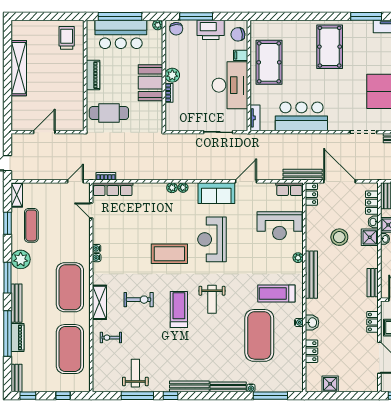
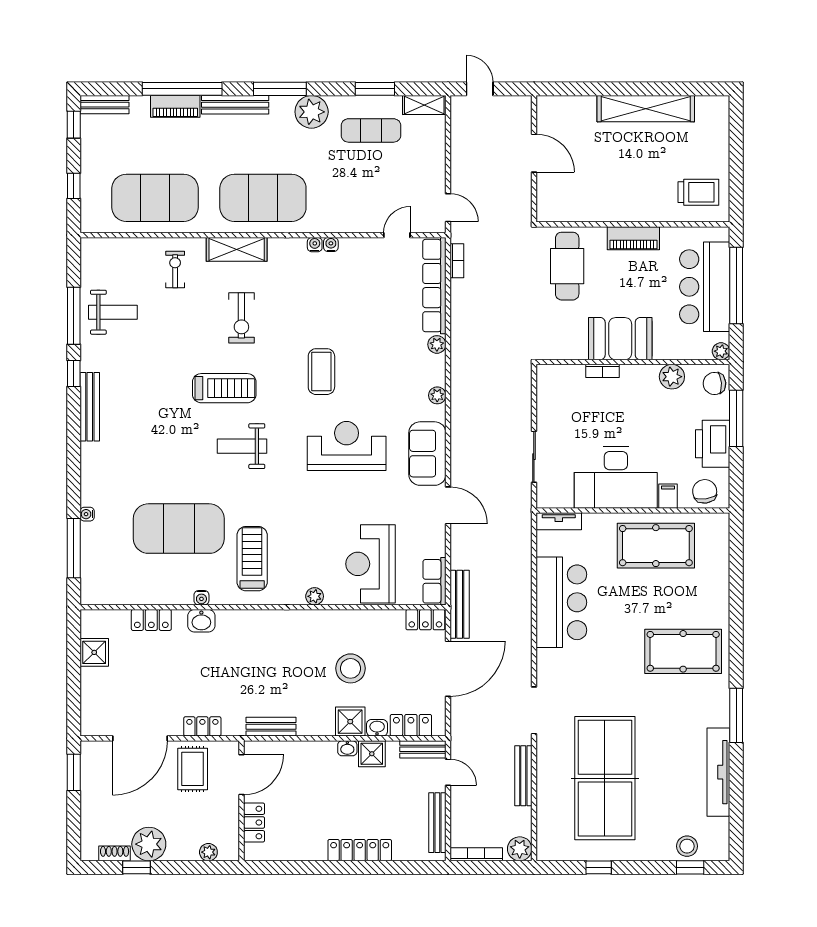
plant: (172, 75) -> (672, 377), moved
plant: (172, 188) -> (437, 344), moved
row of seats: (113, 189) -> (434, 286), width x1.36
coffee table: (169, 254) -> (321, 372), width x0.73, depth x0.76
bench: (311, 275) -> (285, 620), removed
bench: (228, 387) -> (89, 474), removed

